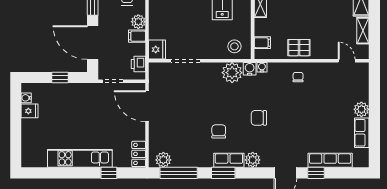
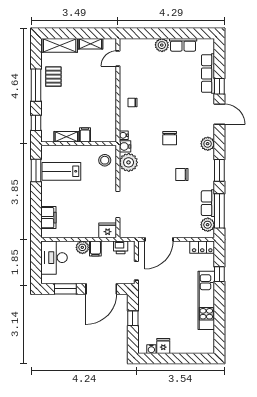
filing cabinet: (262, 43) -> (85, 135), moved
pallet: (299, 48) -> (106, 102), removed
row of seats: (229, 160) -> (208, 203), moved

